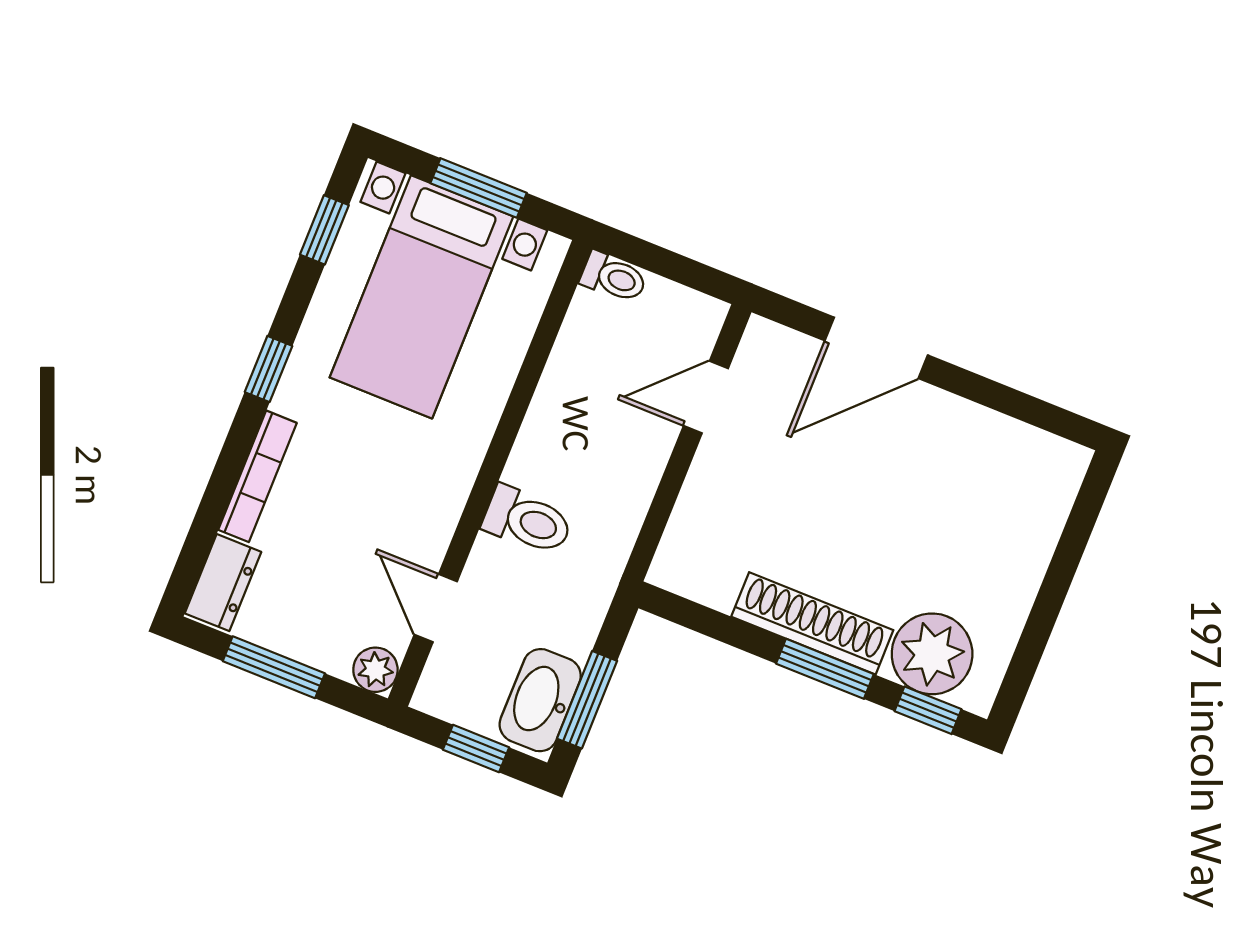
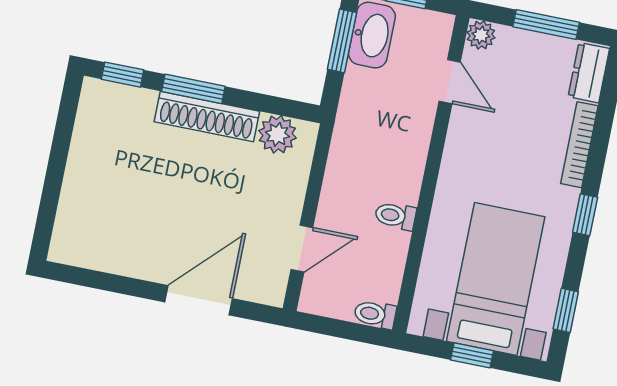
window: (479, 188) -> (472, 355), width x0.67
toilet: (528, 521) -> (395, 216), moved, width x0.73, depth x0.72
plant: (932, 654) -> (277, 134), moved, width x0.73, depth x0.73

